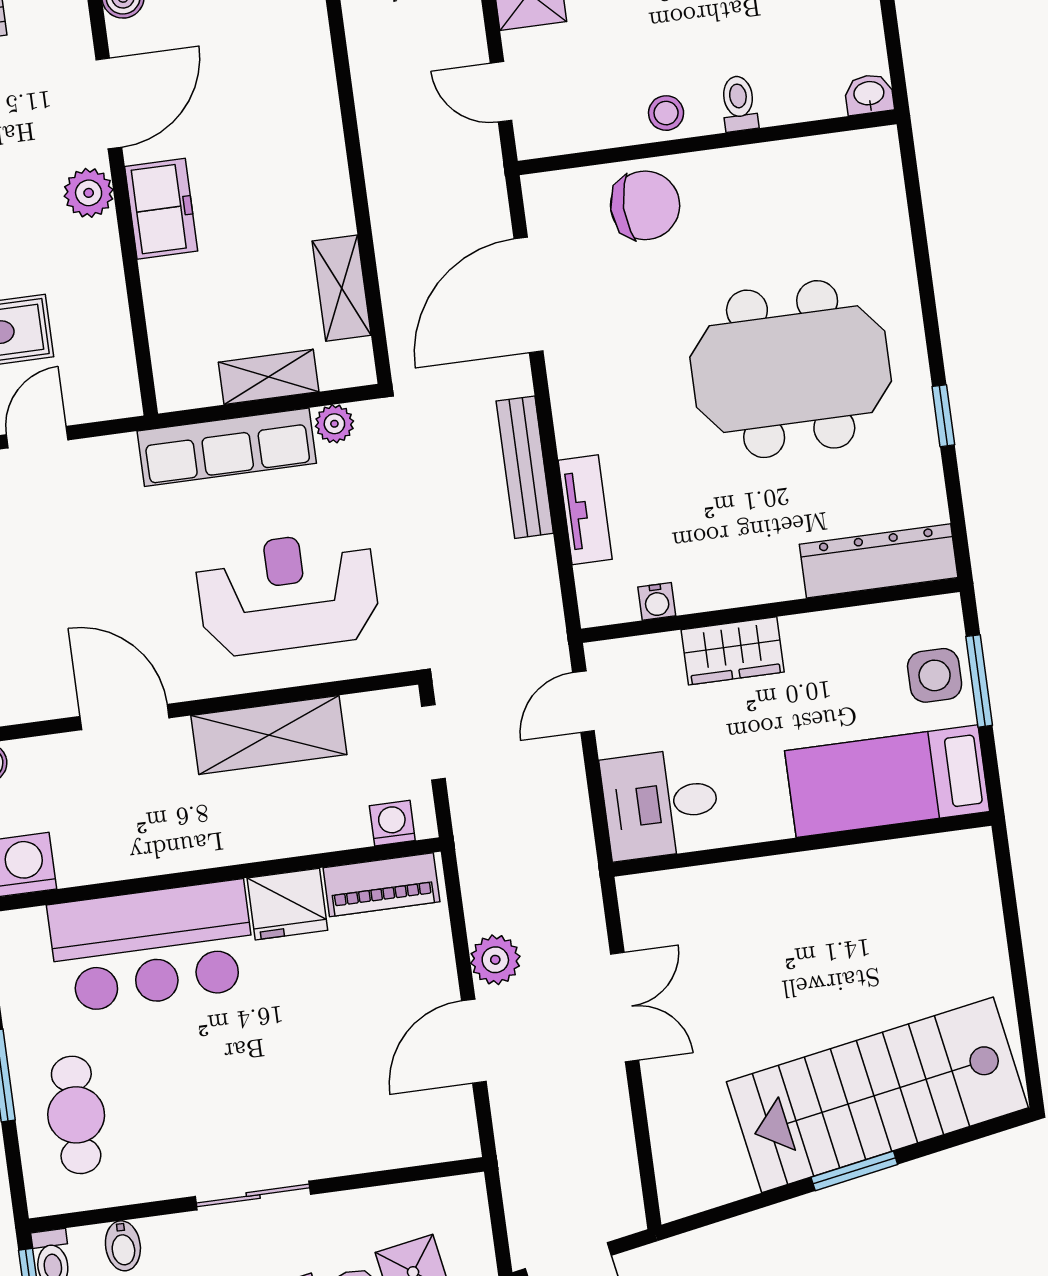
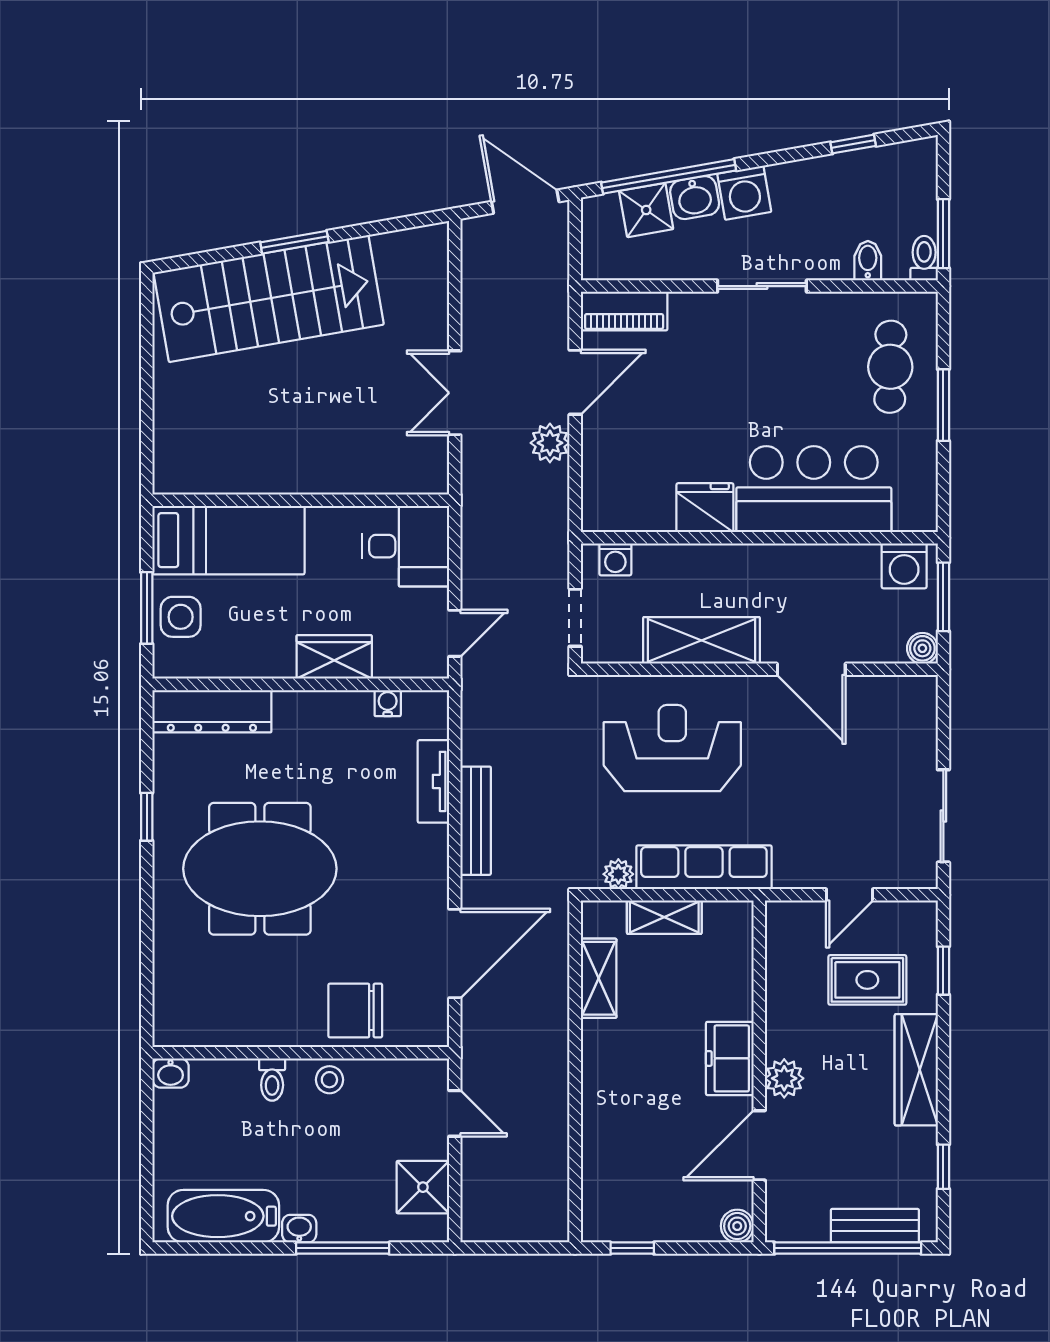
reception desk: (288, 593) -> (672, 748), turned 180
piano: (381, 885) -> (624, 311), moved, turned 180

